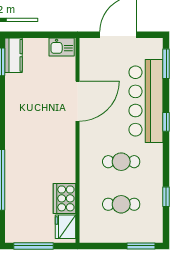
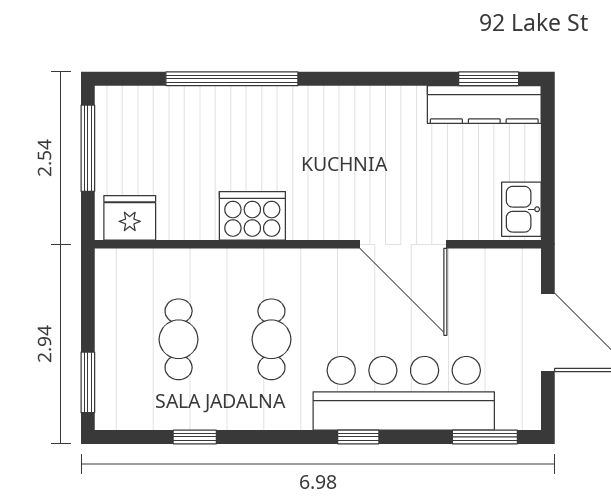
kitchen counter: (13, 55) -> (484, 104), width x1.50
cooker: (65, 198) -> (252, 216), moved

